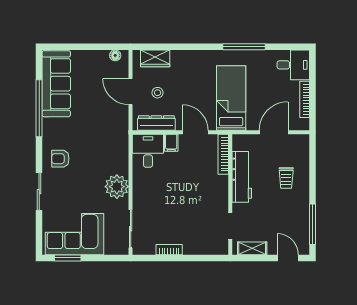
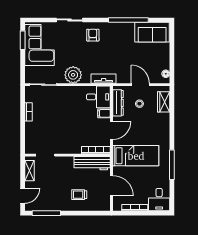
sofa: (56, 84) -> (152, 32), width x0.73
door: (131, 92) -> (140, 85), hinge flipped
tv unit: (122, 143) -> (104, 79), added
workbench: (242, 177) -> (92, 163), moved

